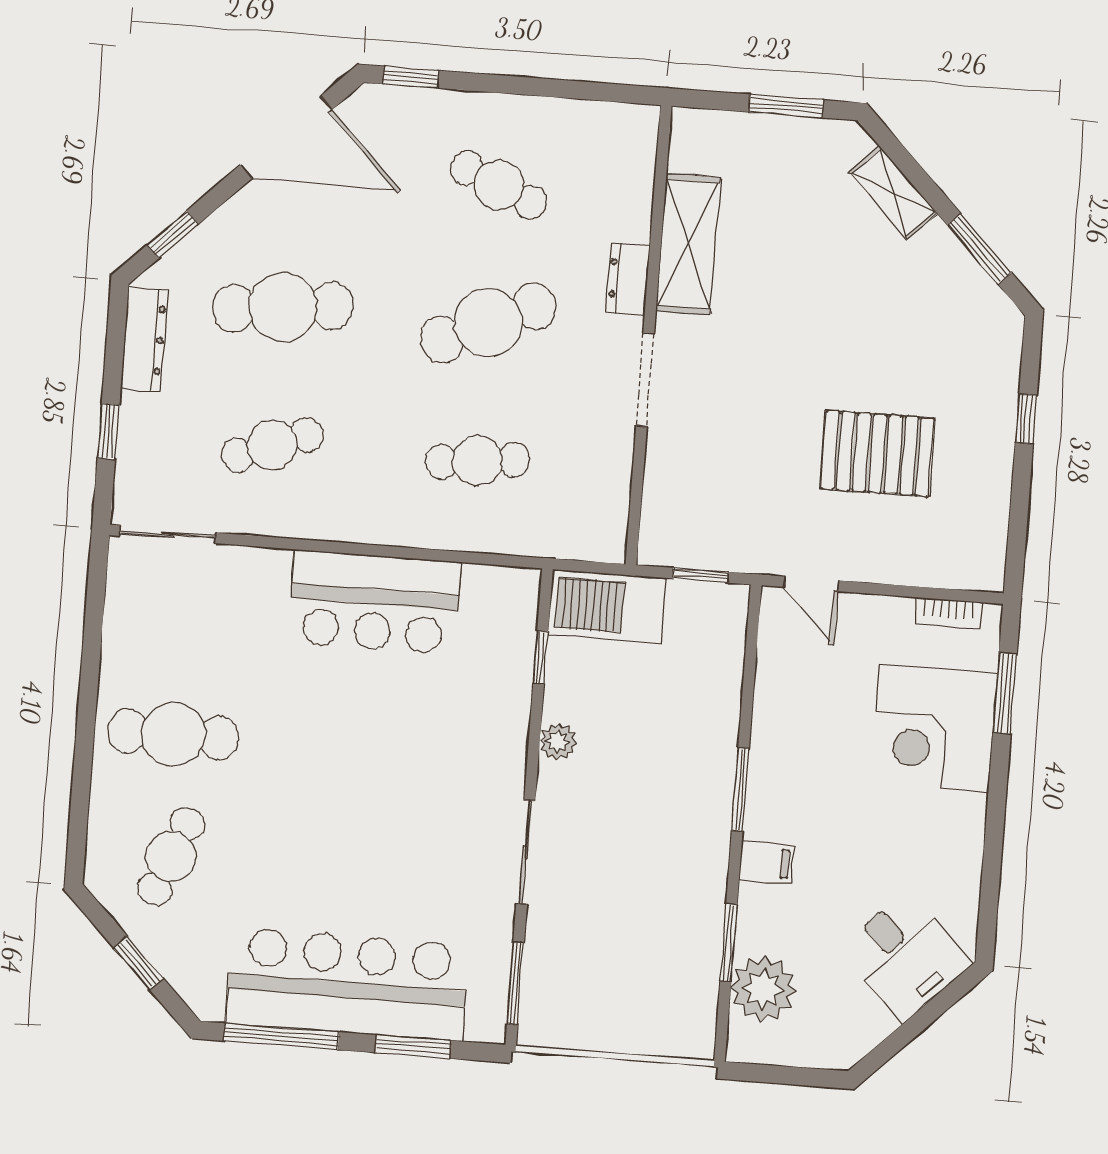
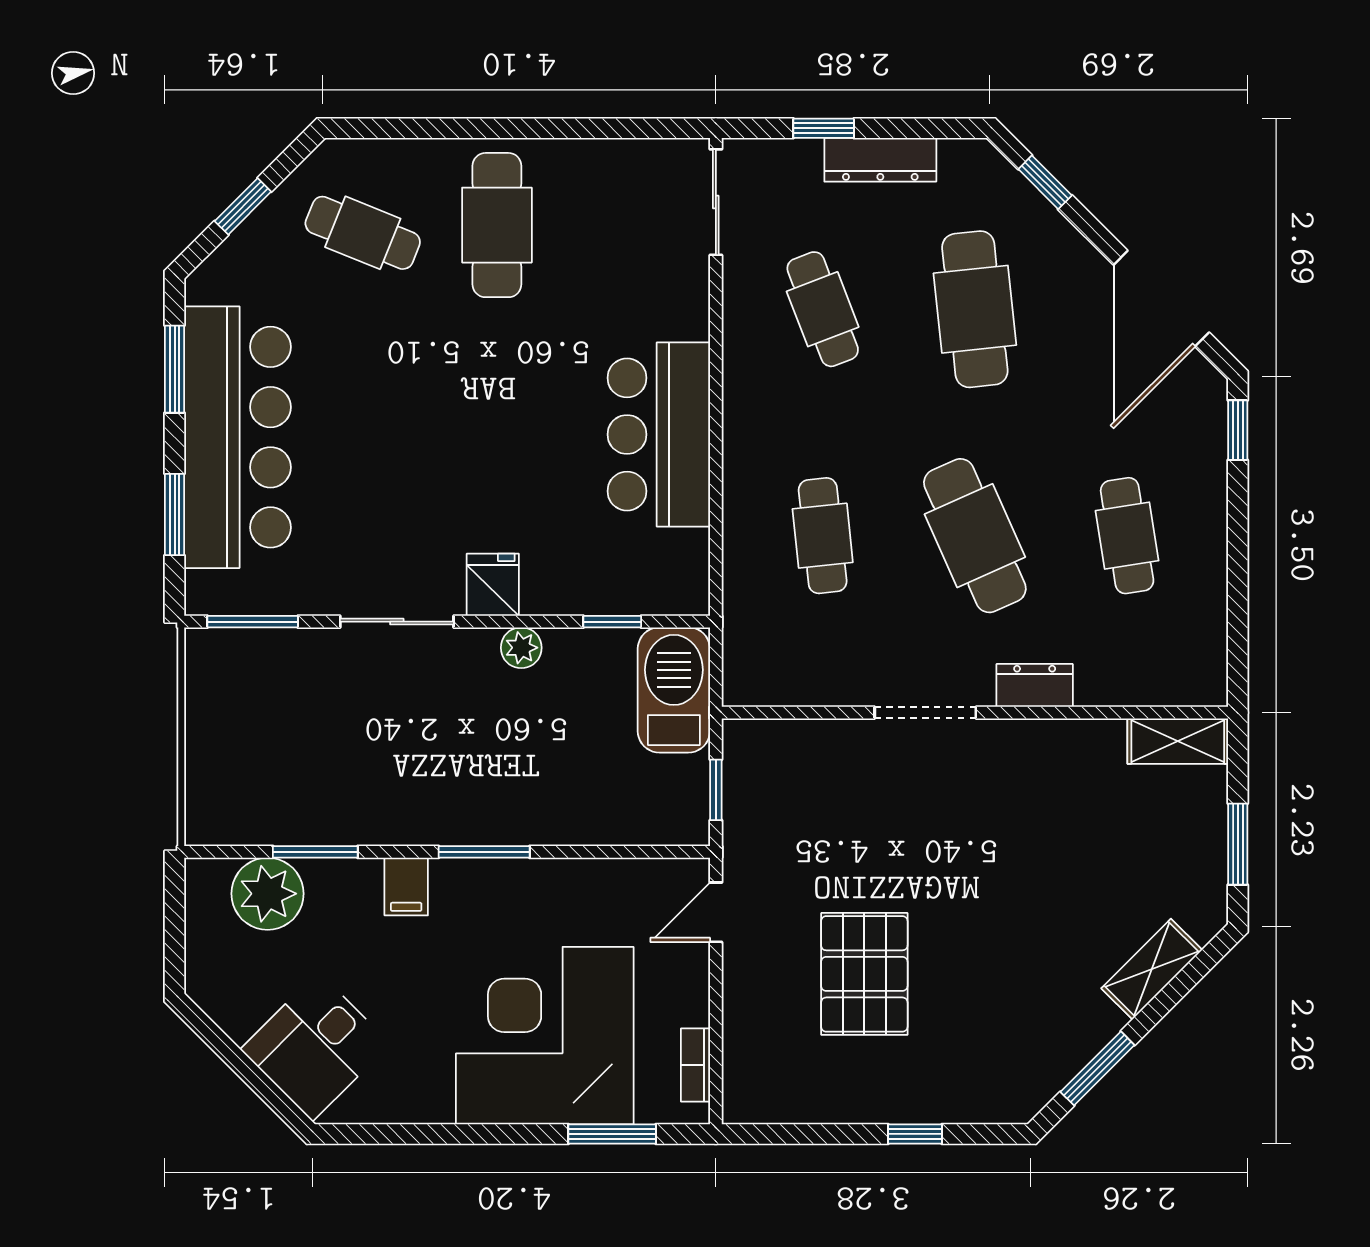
cafe table: (499, 185) -> (1127, 536), turned -33
shelving: (688, 244) -> (1178, 741), moved, width x0.67, depth x0.75
dresser: (144, 339) -> (880, 160), moved
corner desk: (934, 728) -> (545, 1036), width x1.36, depth x1.36
fridge: (499, 763) -> (493, 585), added
window: (281, 1036) -> (175, 369), width x0.69

